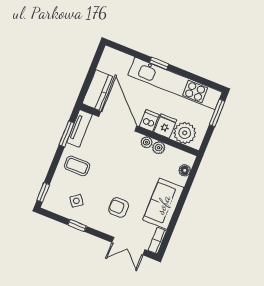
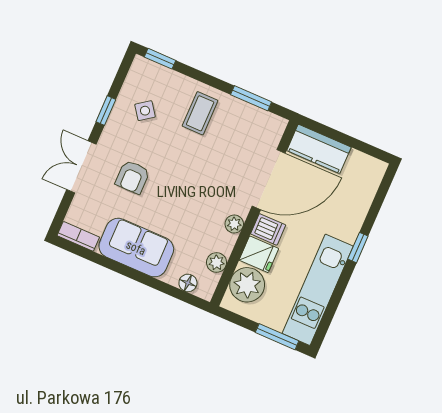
kitchen unit: (175, 83) -> (318, 290), width x0.73
tv unit: (79, 128) -> (259, 119), removed
plant: (159, 148) -> (217, 262), moved
armchair: (119, 208) -> (132, 177), turned 180
double door: (128, 246) -> (81, 167), moved

